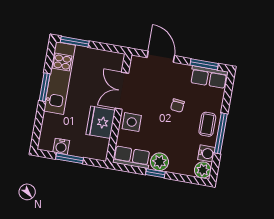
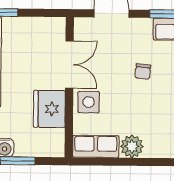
double door: (122, 91) -> (69, 65), swing flipped
window: (155, 173) -> (129, 162), removed

